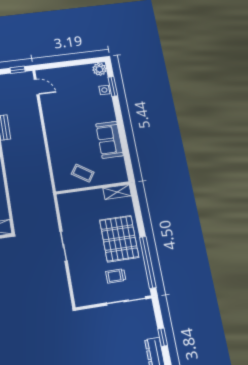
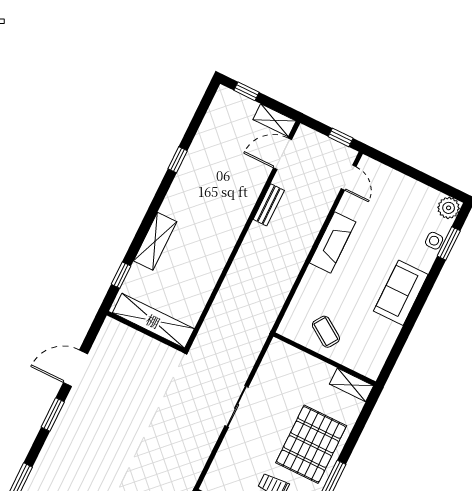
fireplace: (52, 125) -> (333, 242), added
sofa: (110, 140) -> (401, 293), moved

